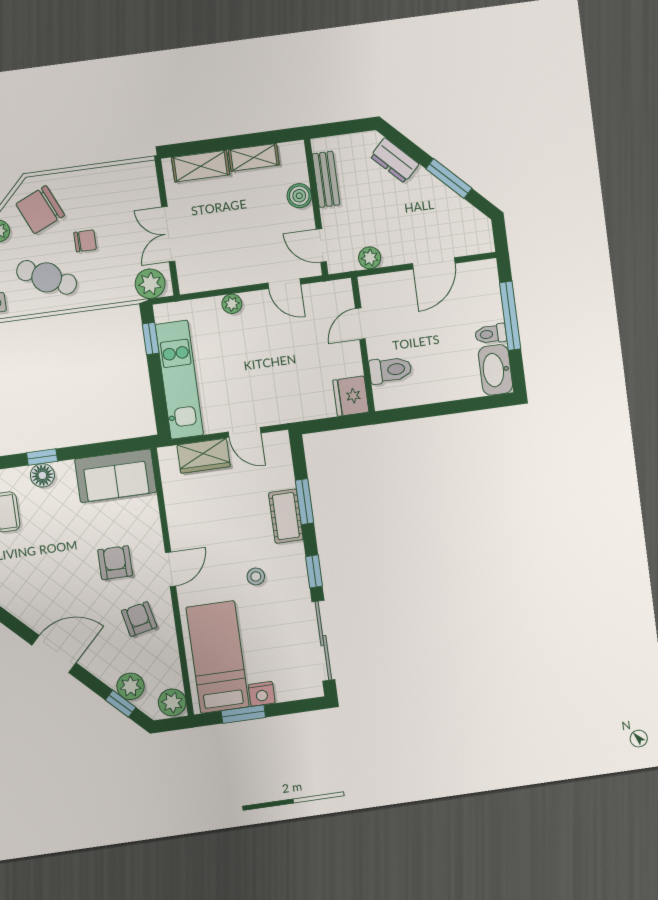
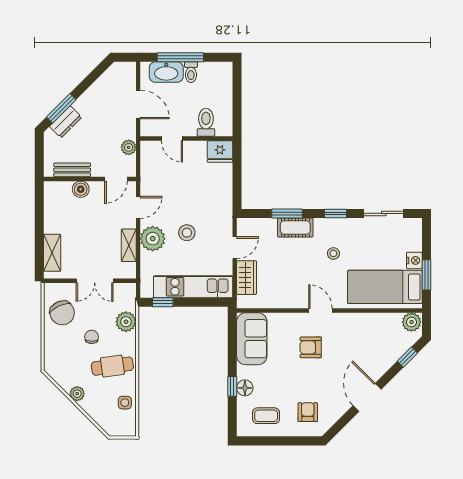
shelving: (254, 157) -> (129, 245), moved
window: (449, 178) -> (61, 108), moved
chair: (40, 210) -> (62, 313), moved
cafe table: (47, 277) -> (112, 366), turned 56
plant: (150, 284) -> (126, 322), moved
plant: (232, 304) -> (153, 239), width x1.88, depth x1.88
door: (360, 324) -> (172, 139), moved
wall: (363, 345) -> (186, 139), moved
stool: (257, 360) -> (187, 233), added
toilet: (390, 370) -> (206, 122), moved
washbasin: (495, 370) -> (166, 72), moved
fridge: (351, 396) -> (220, 151), moved
armchair: (139, 619) -> (308, 412), moved, turned 102
sliding door: (323, 641) -> (384, 213), width x0.73
plant: (131, 686) -> (396, 349), removed

